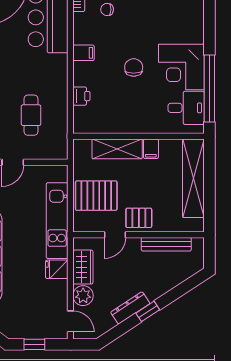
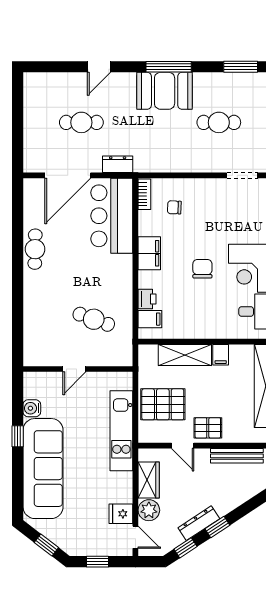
filing cabinet: (84, 53) -> (149, 253), width x2.00
cafe table: (31, 115) -> (94, 319), turned -70
filing cabinet: (84, 115) -> (150, 319), added
door: (115, 235) -> (183, 446), hinge flipped
fridge: (57, 269) -> (121, 514), moved
window: (118, 331) -> (186, 548), added

